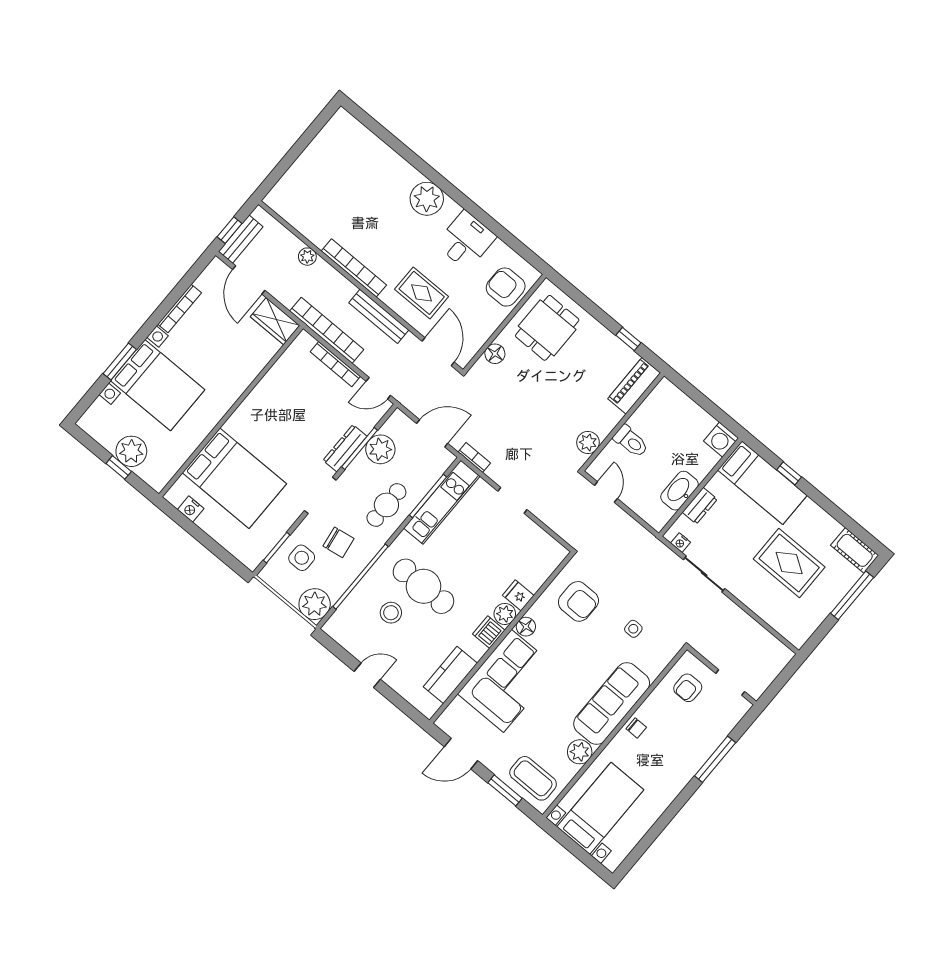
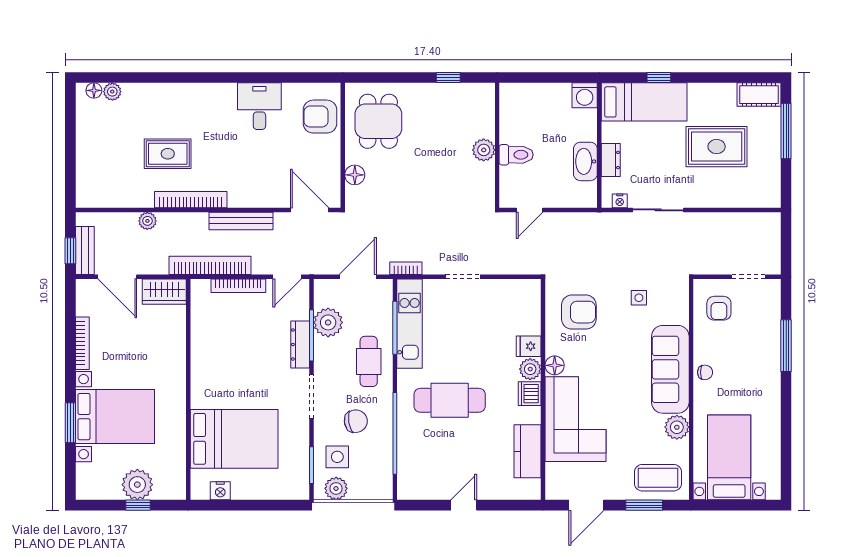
floor lamp: (350, 123) -> (94, 90), added
plant: (427, 199) -> (112, 92), moved, width x0.53, depth x0.53
rug: (422, 293) -> (168, 154), moved
piano: (634, 386) -> (483, 110), removed
plant: (588, 442) -> (484, 150), moved
door: (606, 492) -> (530, 210), swing flipped
plant: (315, 604) -> (336, 488), moved, width x0.73, depth x0.73
stool: (391, 613) -> (442, 442), removed

